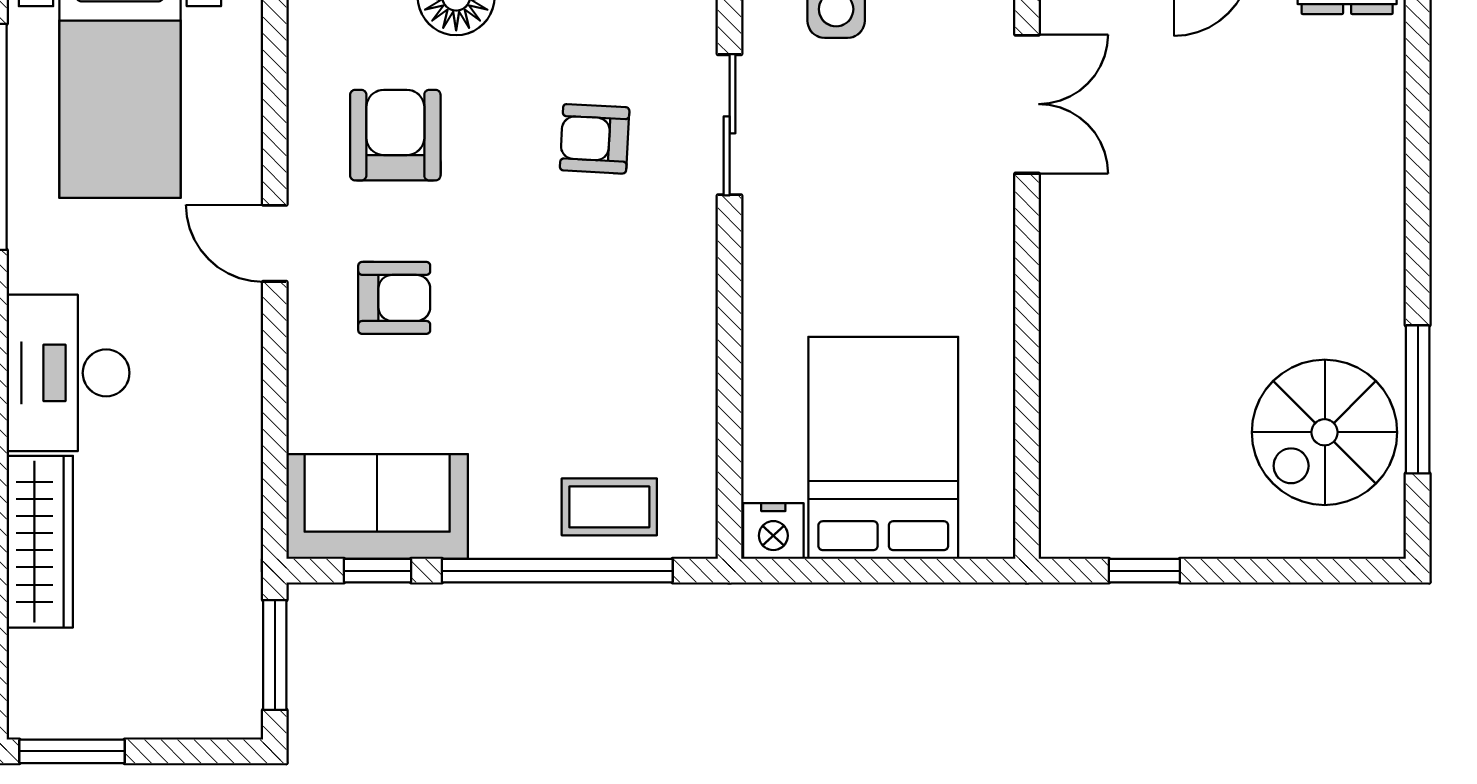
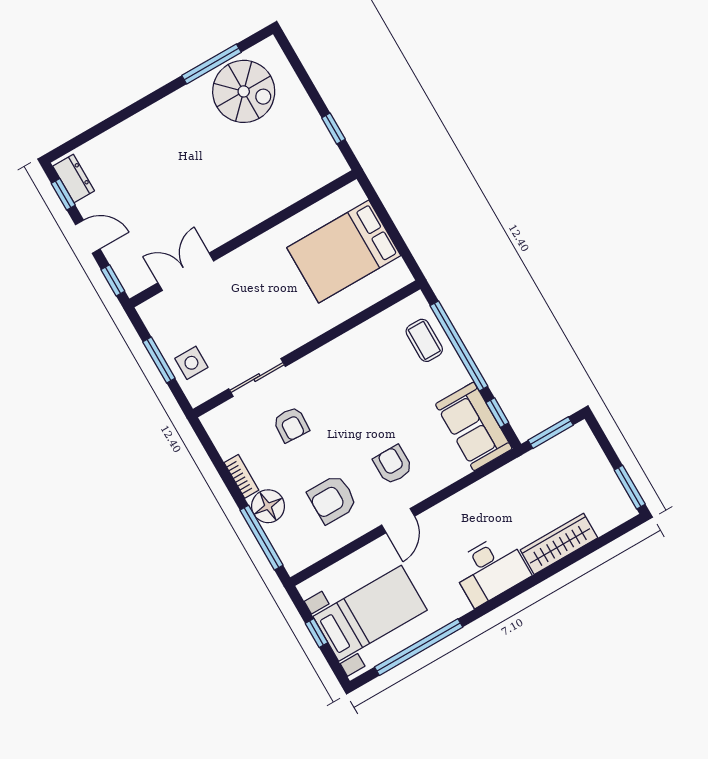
nightstand: (773, 531) -> (398, 274), removed

